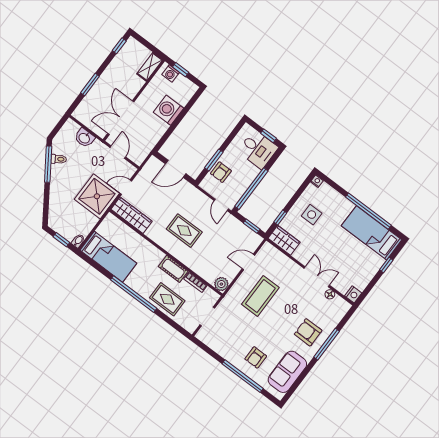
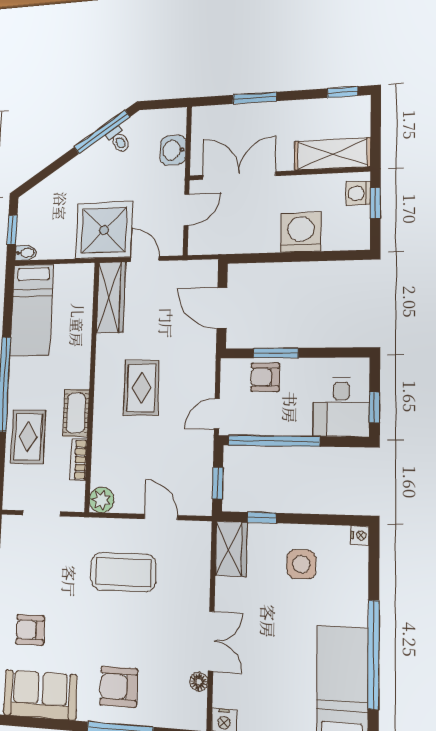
shelving: (150, 67) -> (332, 154), width x1.50, depth x1.33
armchair: (308, 332) -> (119, 687), turned -90

